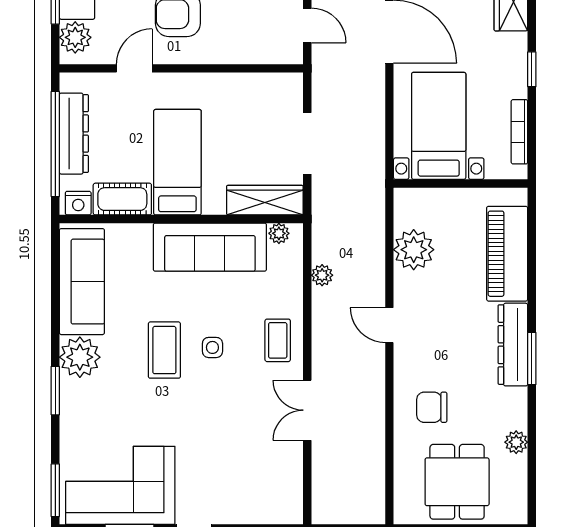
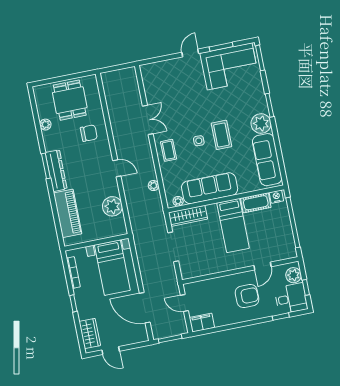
dresser: (74, 134) -> (285, 229), removed

